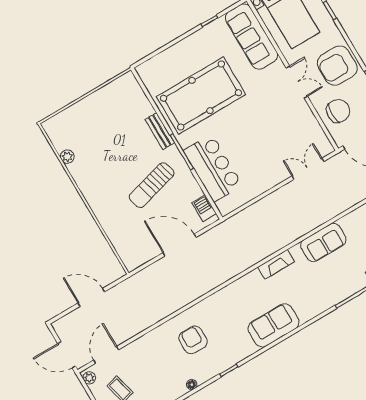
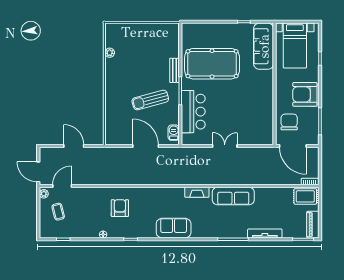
double door: (297, 82) -> (275, 90), removed
chair: (338, 111) -> (289, 122), turned -90
double door: (308, 169) -> (225, 146), moved
sofa: (323, 242) -> (233, 196), width x1.36

